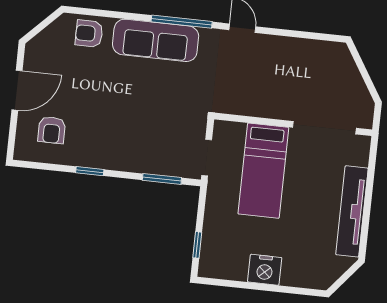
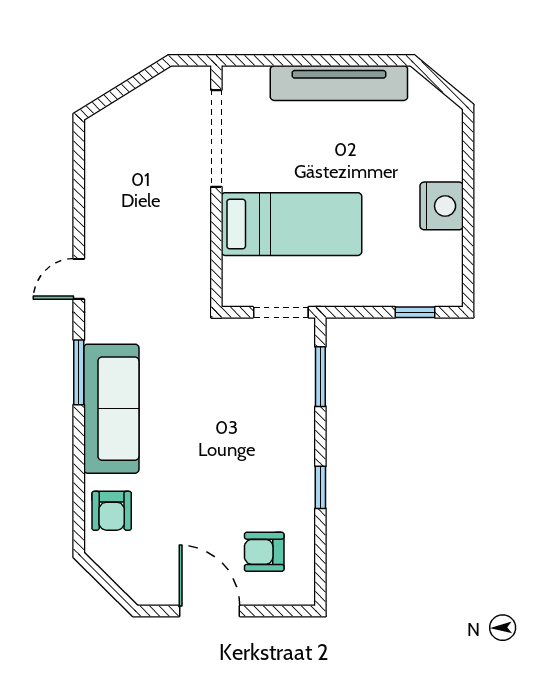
window: (182, 22) -> (79, 372), width x0.69
armchair: (52, 130) -> (264, 552), turned 180

